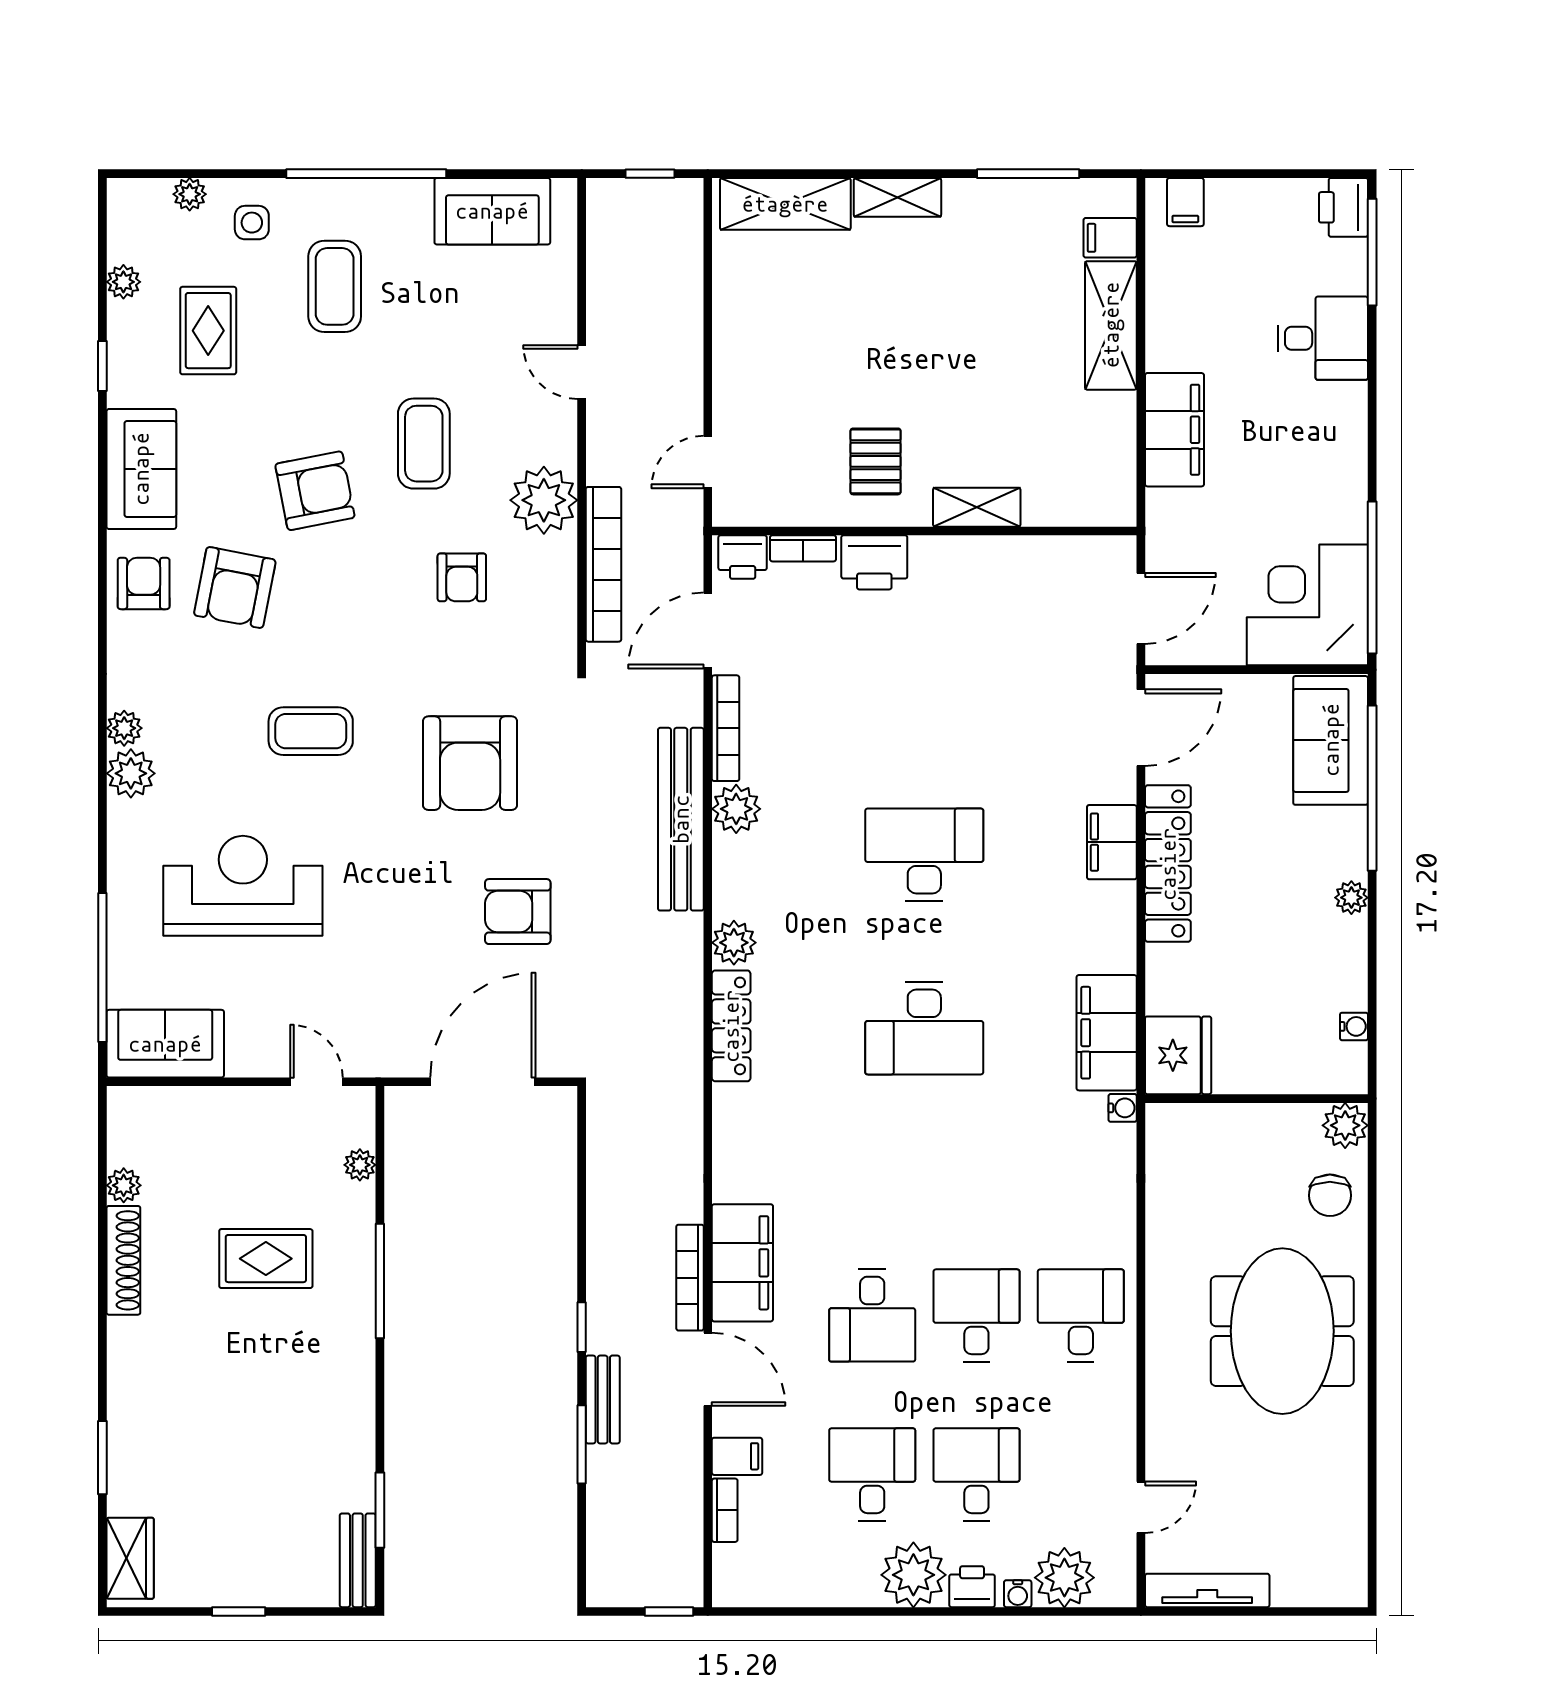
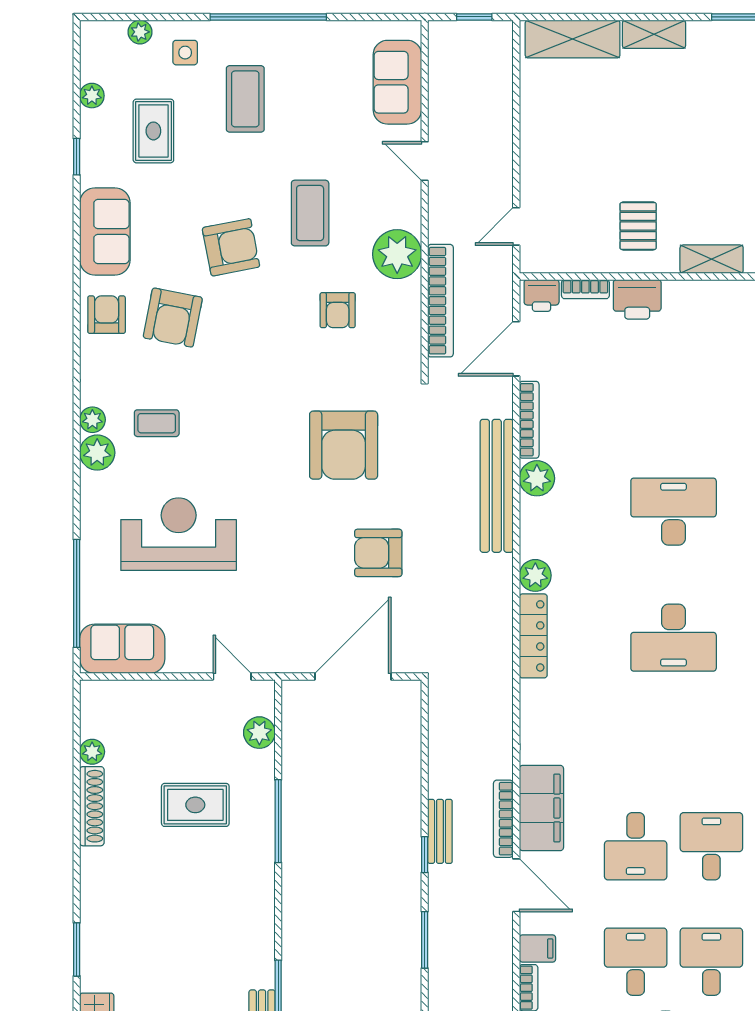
sofa: (492, 211) -> (397, 82), moved, turned 90
coffee table: (311, 731) -> (157, 423), moved, width x0.73, depth x0.77
plant: (360, 1165) -> (259, 733), width x1.38, depth x1.38
bench: (603, 1399) -> (440, 831), moved

